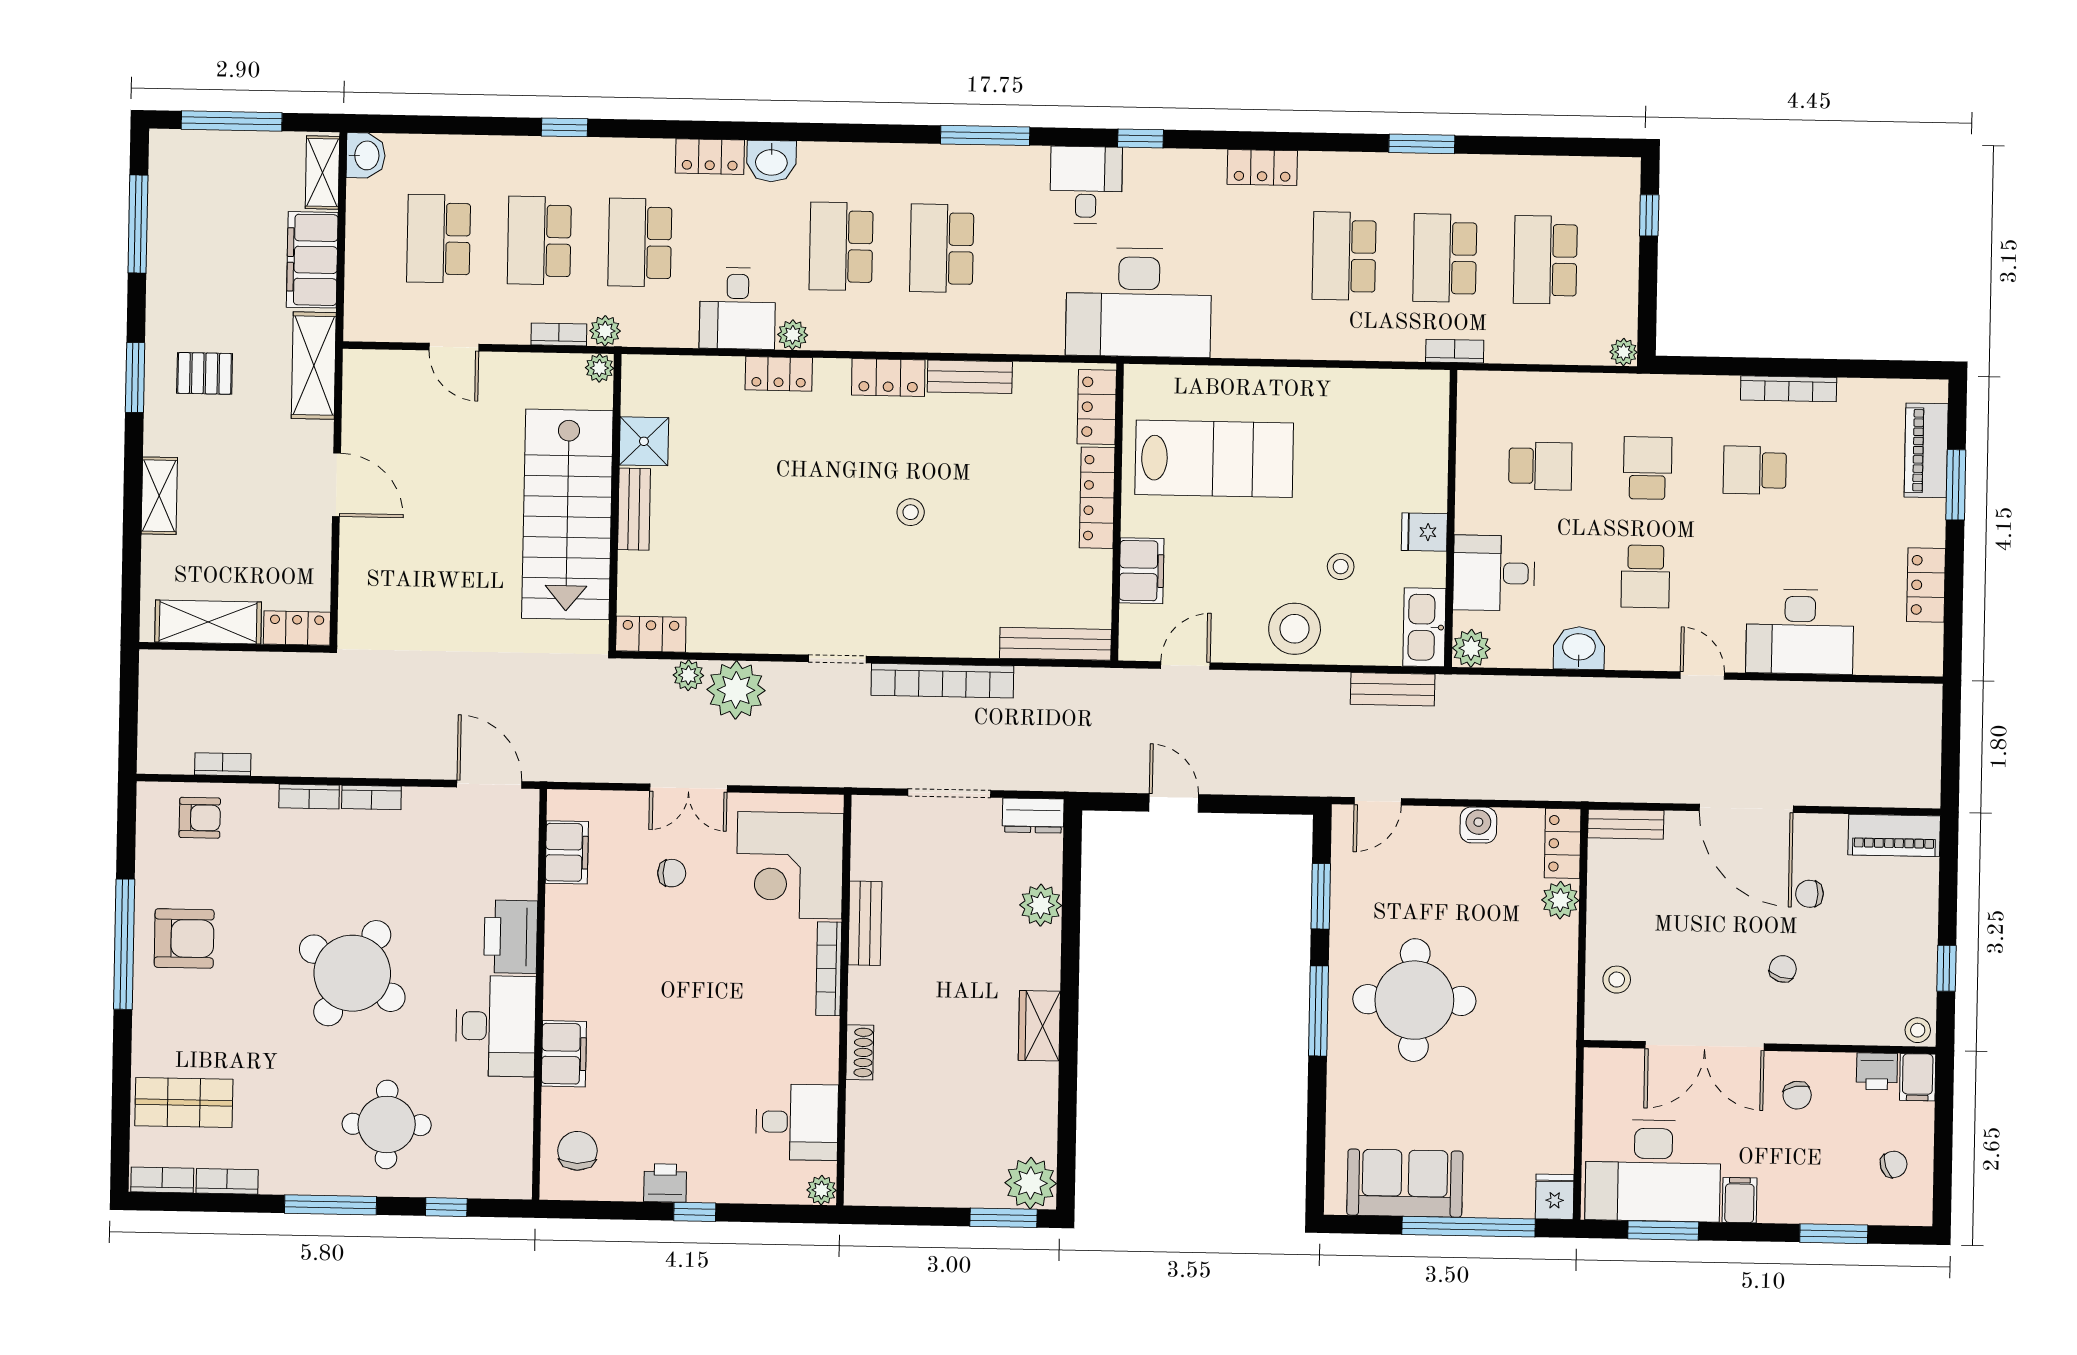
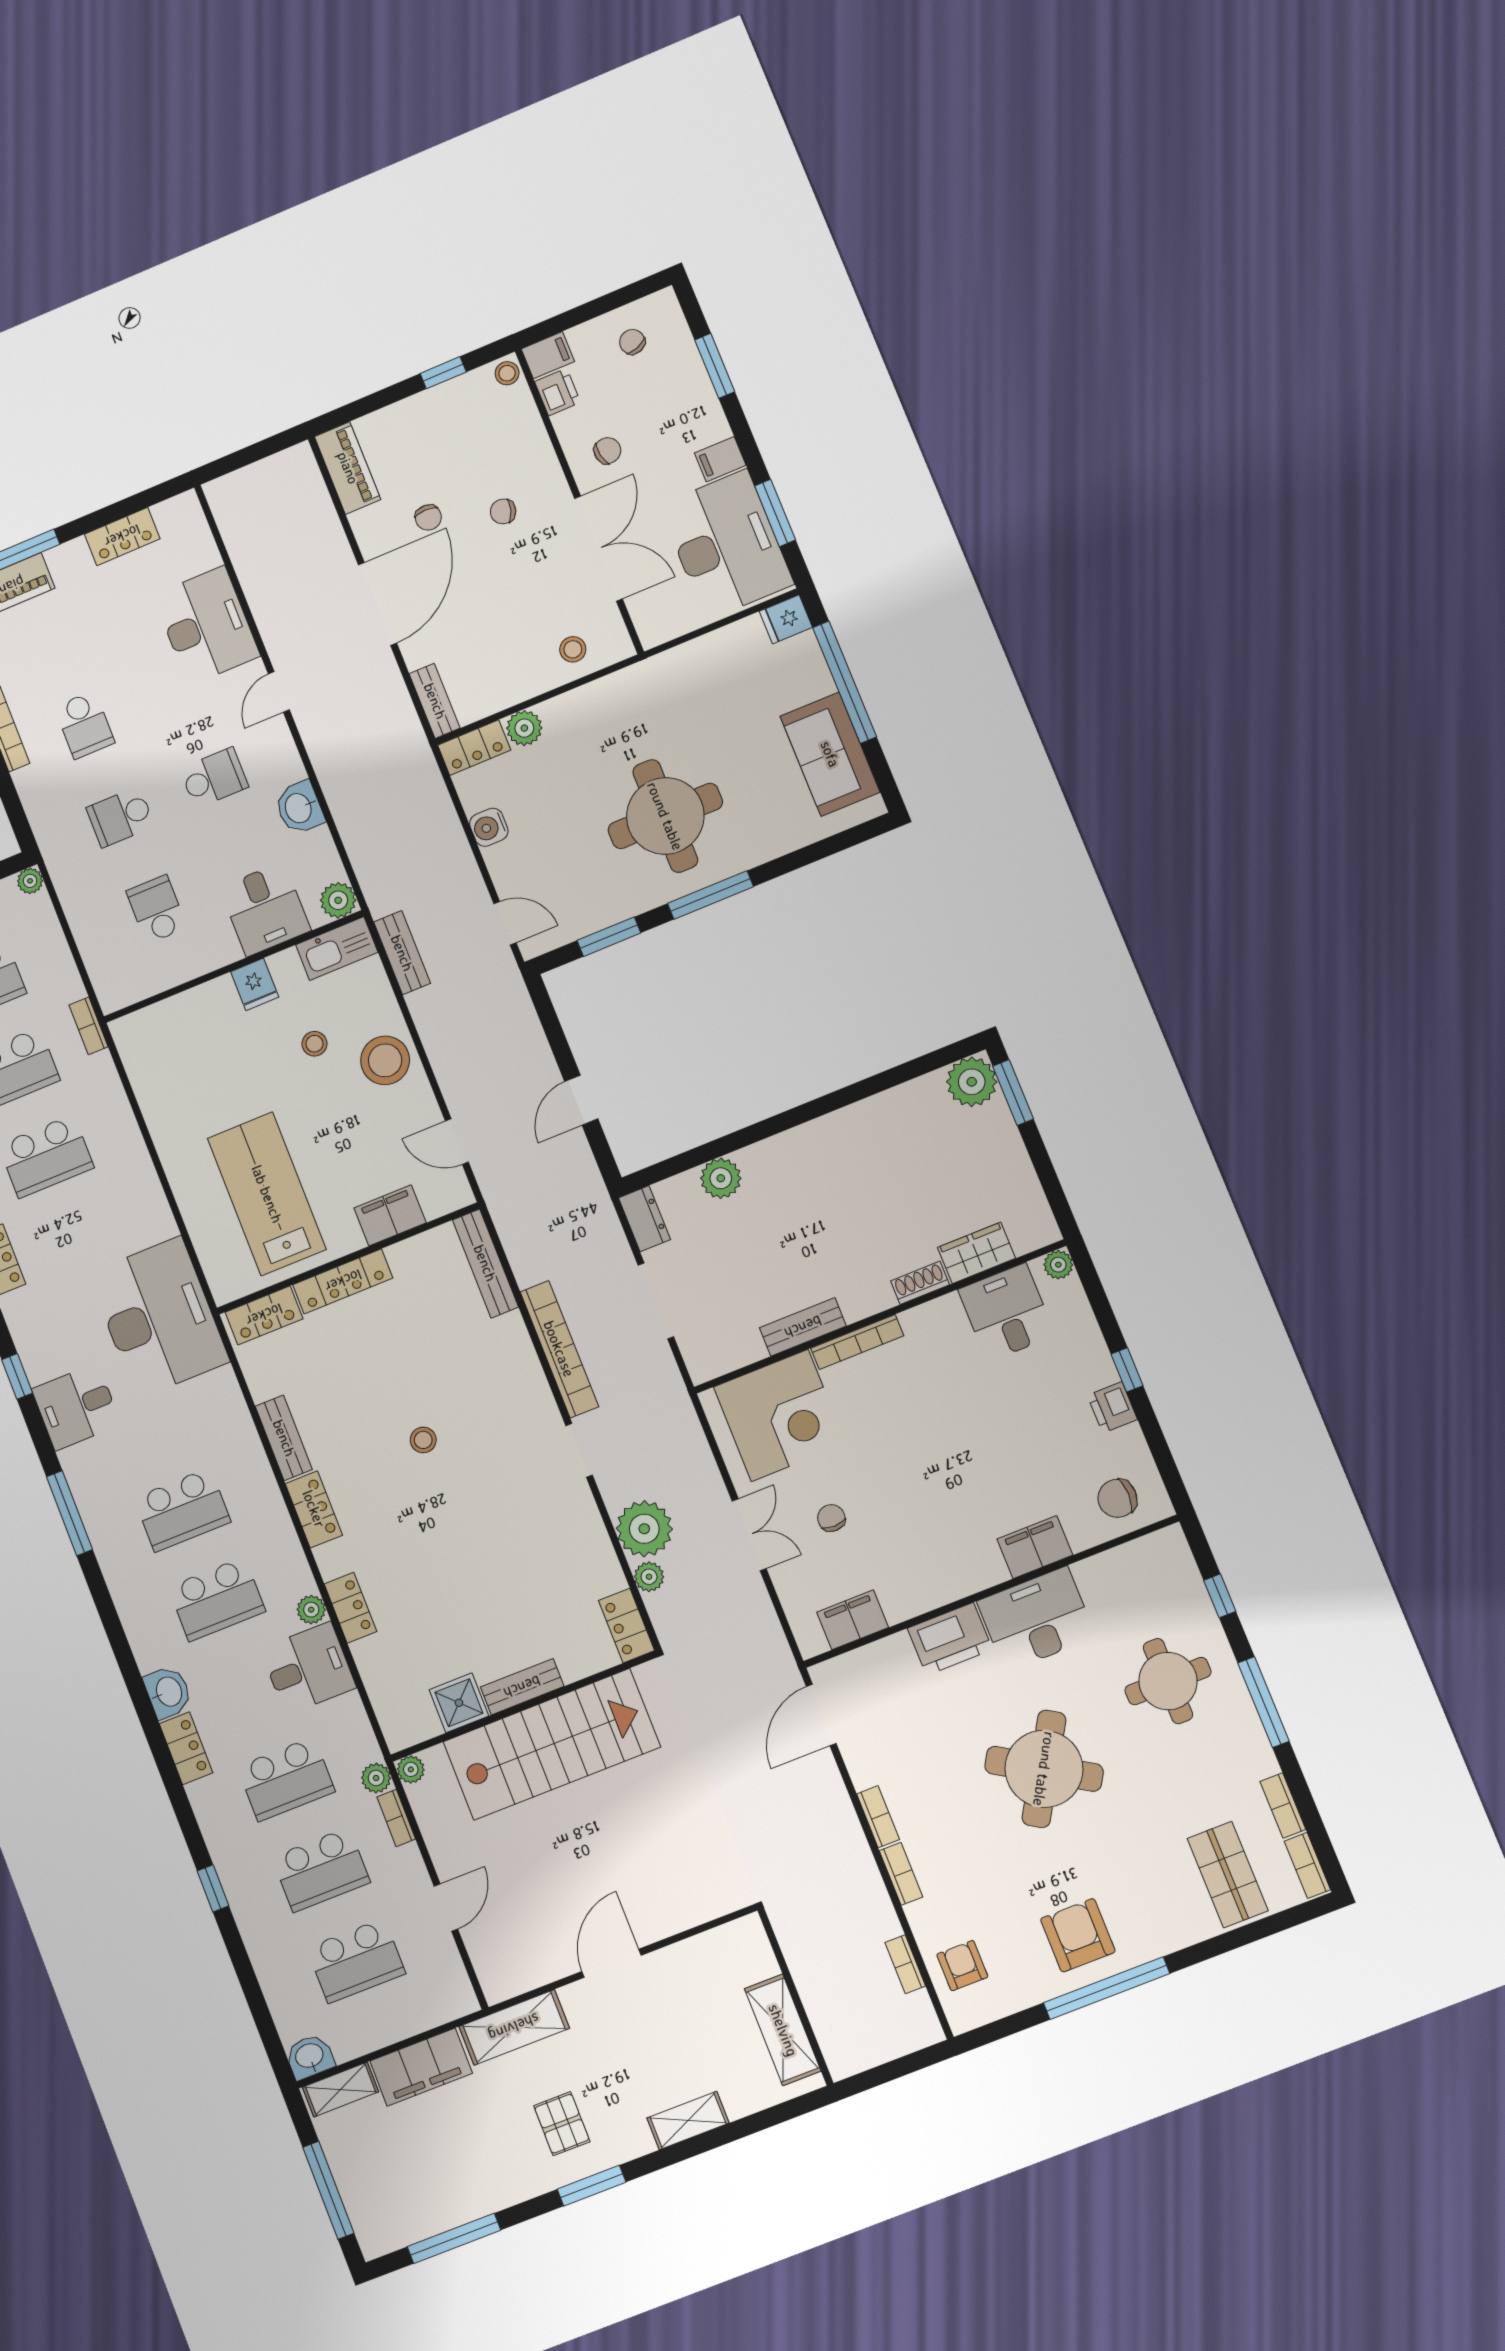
locker: (297, 628) -> (754, 1947), removed
wardrobe: (1039, 1026) -> (977, 1253), moved, turned 180

